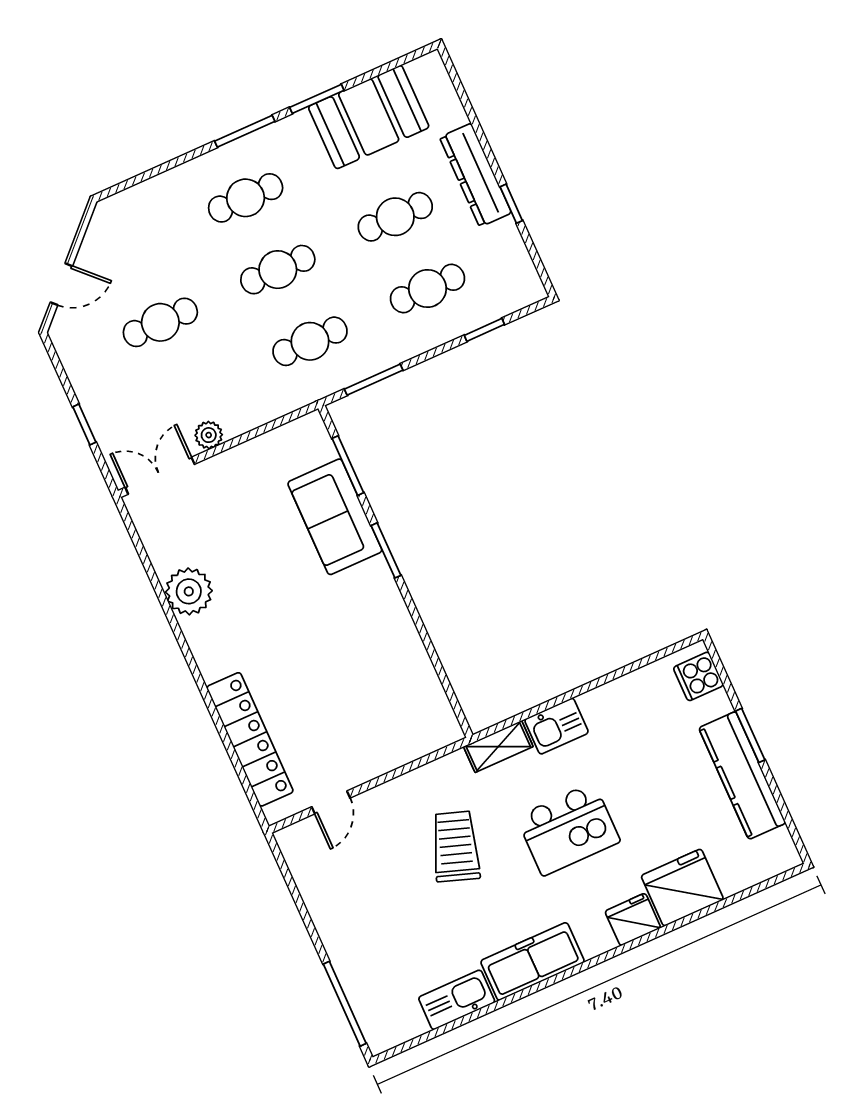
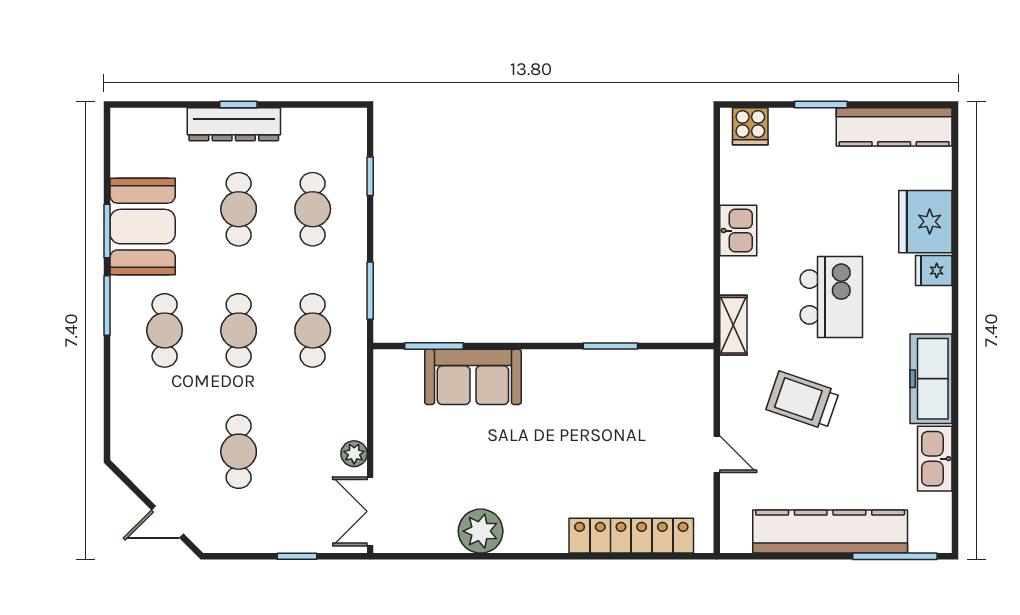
booth: (369, 117) -> (143, 227), moved
window: (511, 204) -> (238, 105), moved
door: (61, 284) -> (168, 522), swing flipped
window: (386, 550) -> (610, 346), moved
kitchen sink: (557, 726) -> (738, 231), moved
kitchen counter: (742, 775) -> (894, 127), moved
door: (331, 802) -> (717, 454), moved
fridge: (633, 919) -> (934, 271), width x0.72
kitchen counter: (340, 930) -> (830, 532), added

